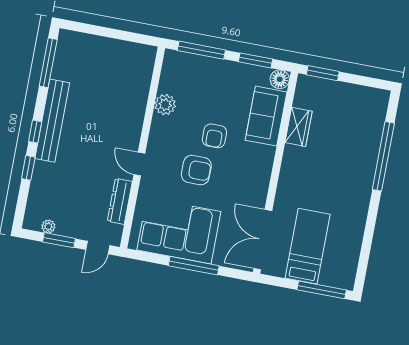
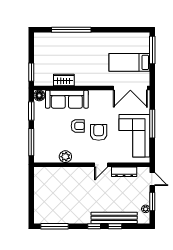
sofa: (266, 116) -> (67, 99), width x1.36
bench: (52, 121) -> (114, 218), moved

